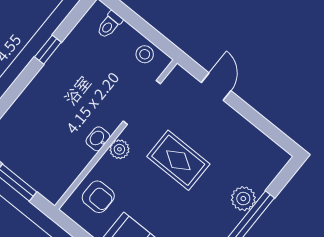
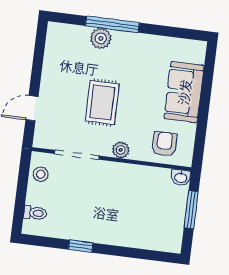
washbasin: (98, 139) -> (181, 178), moved

